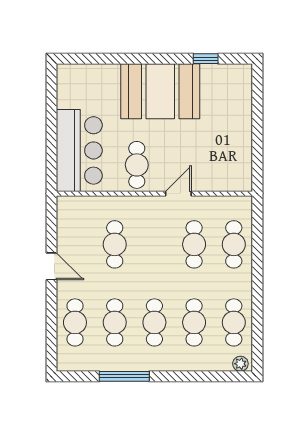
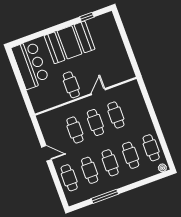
bar counter: (79, 150) -> (30, 65), moved
cafe table: (234, 244) -> (95, 123), moved

